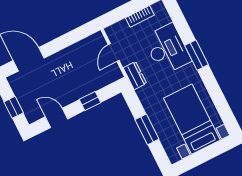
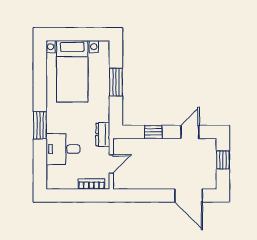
bookcase: (140, 16) -> (91, 184), moved
desk: (167, 49) -> (63, 149), width x0.73
door: (56, 118) -> (190, 132), swing flipped

